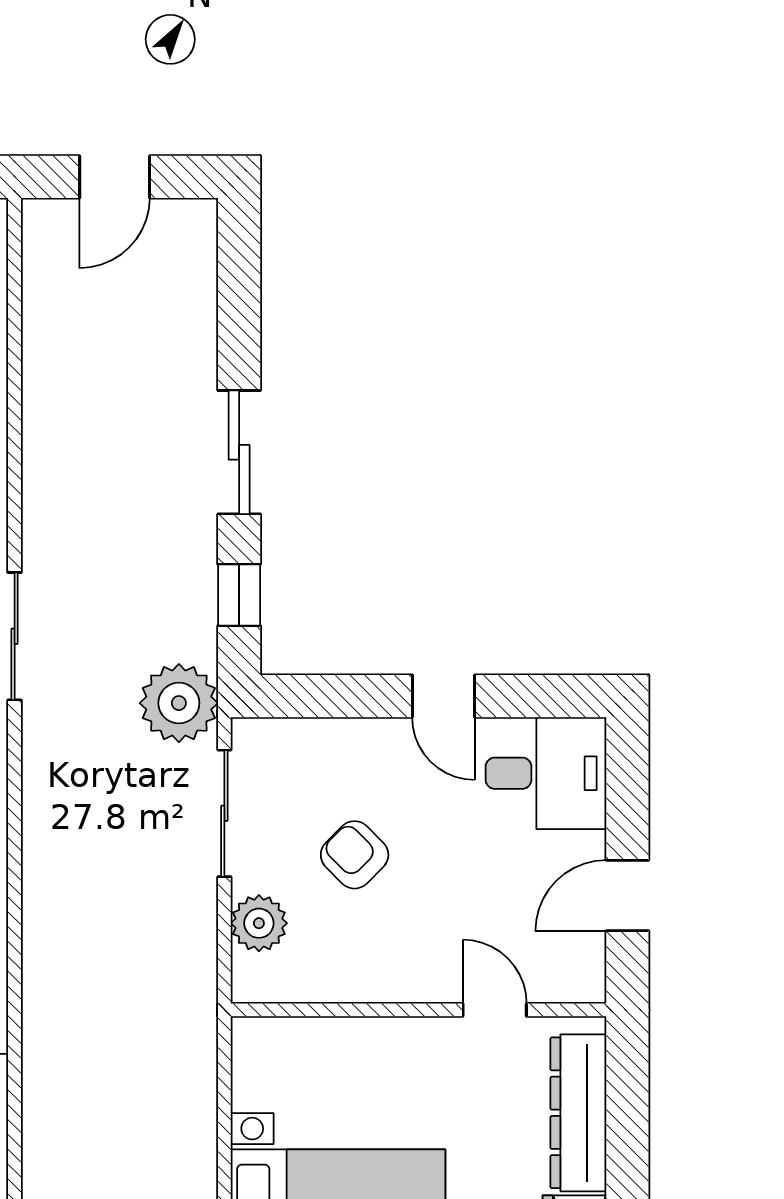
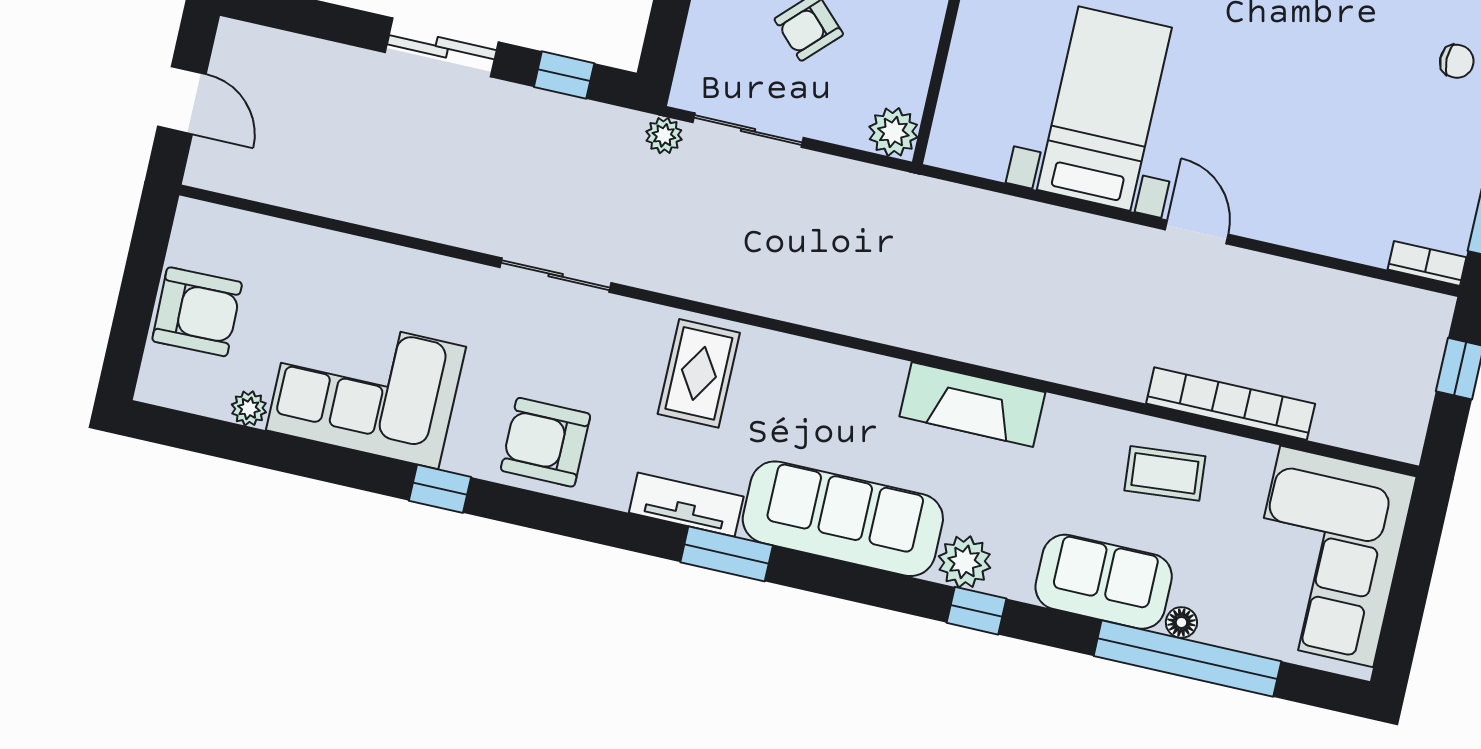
plant: (179, 703) -> (664, 135), width x0.53, depth x0.53
plant: (259, 923) -> (893, 132), moved

